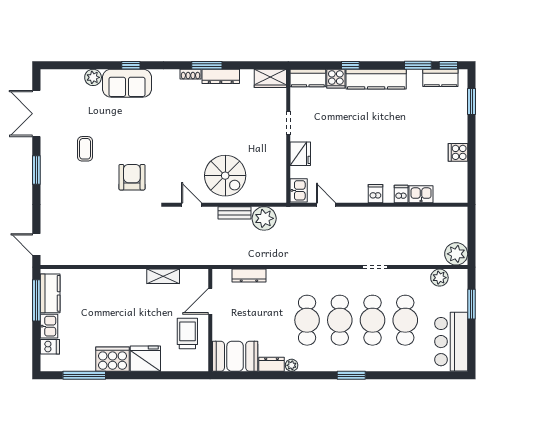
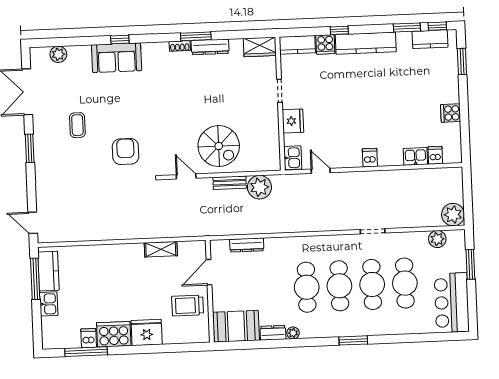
plant: (93, 77) -> (58, 54), moved
dishwasher: (401, 194) -> (435, 155), moved
trolley: (187, 334) -> (188, 306), turned -90
dishwasher: (50, 347) -> (89, 338), moved, turned -90

